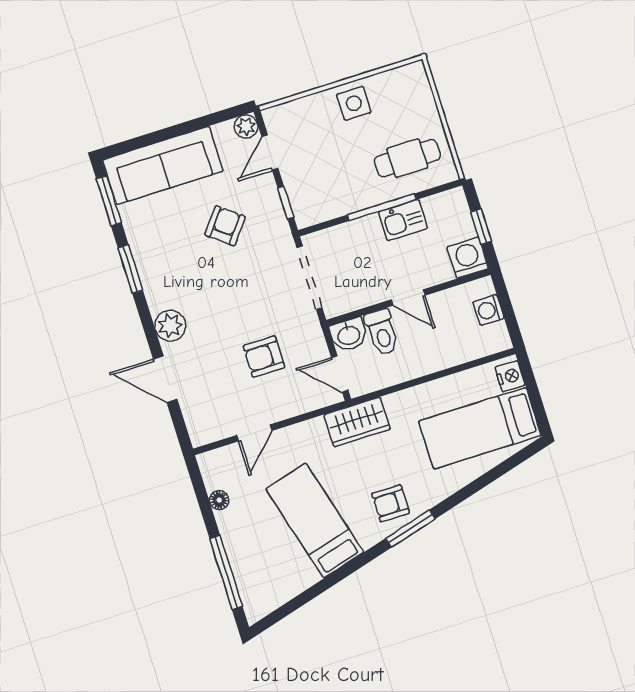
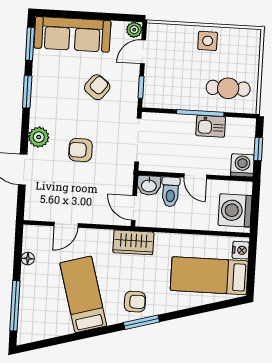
washing machine: (489, 310) -> (235, 210), width x1.89, depth x1.89
armchair: (264, 357) -> (80, 150), moved
armchair: (390, 503) -> (135, 302), turned 180

